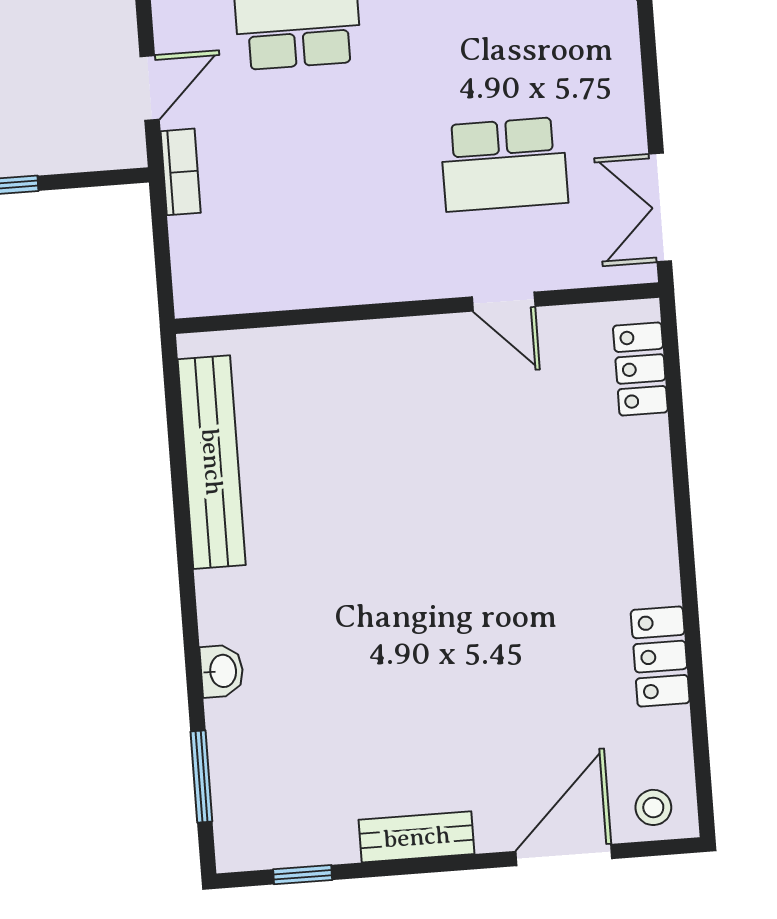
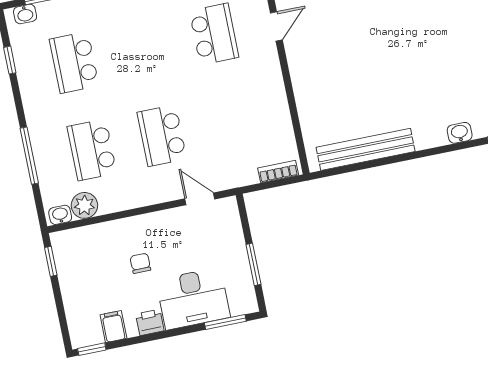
bookcase: (181, 172) -> (278, 171), moved

